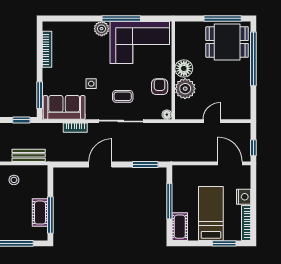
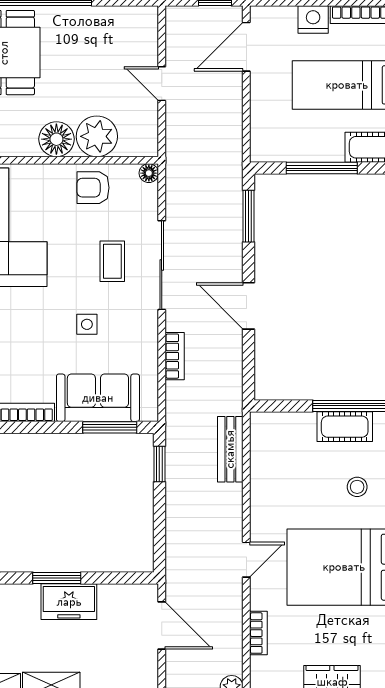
sofa: (64, 107) -> (98, 398), moved, turned 90
stool: (14, 180) -> (357, 487), moved

